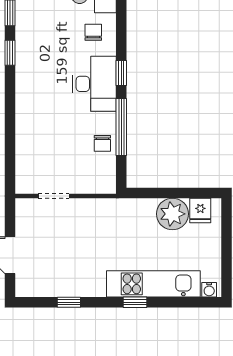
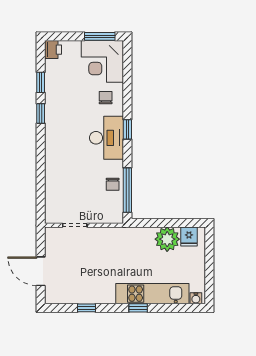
window: (121, 127) -> (127, 190), moved

